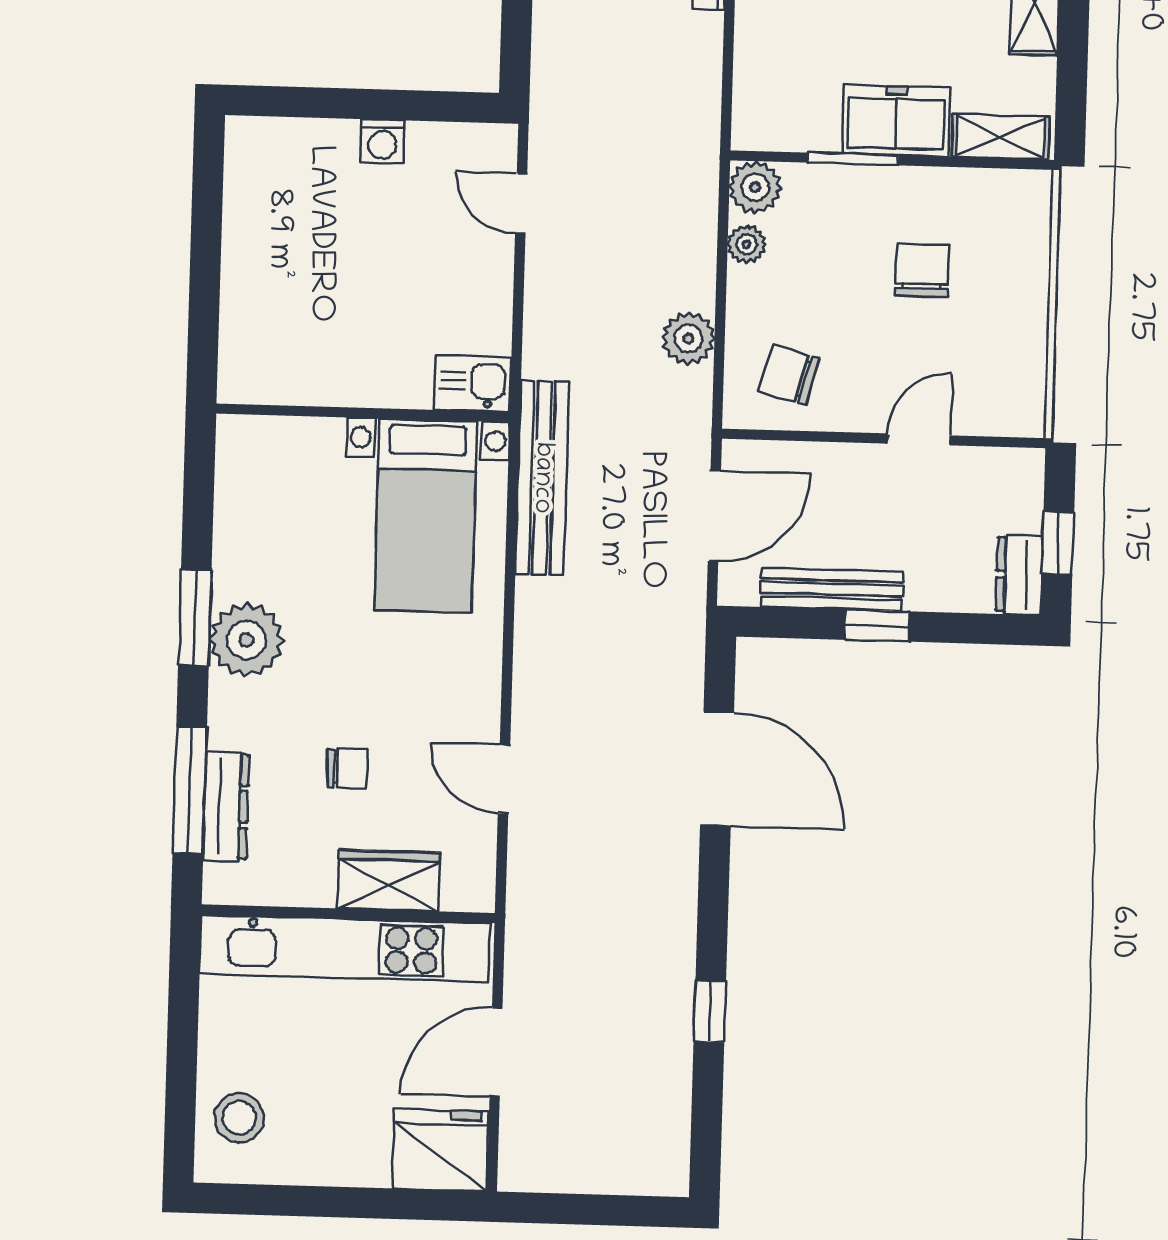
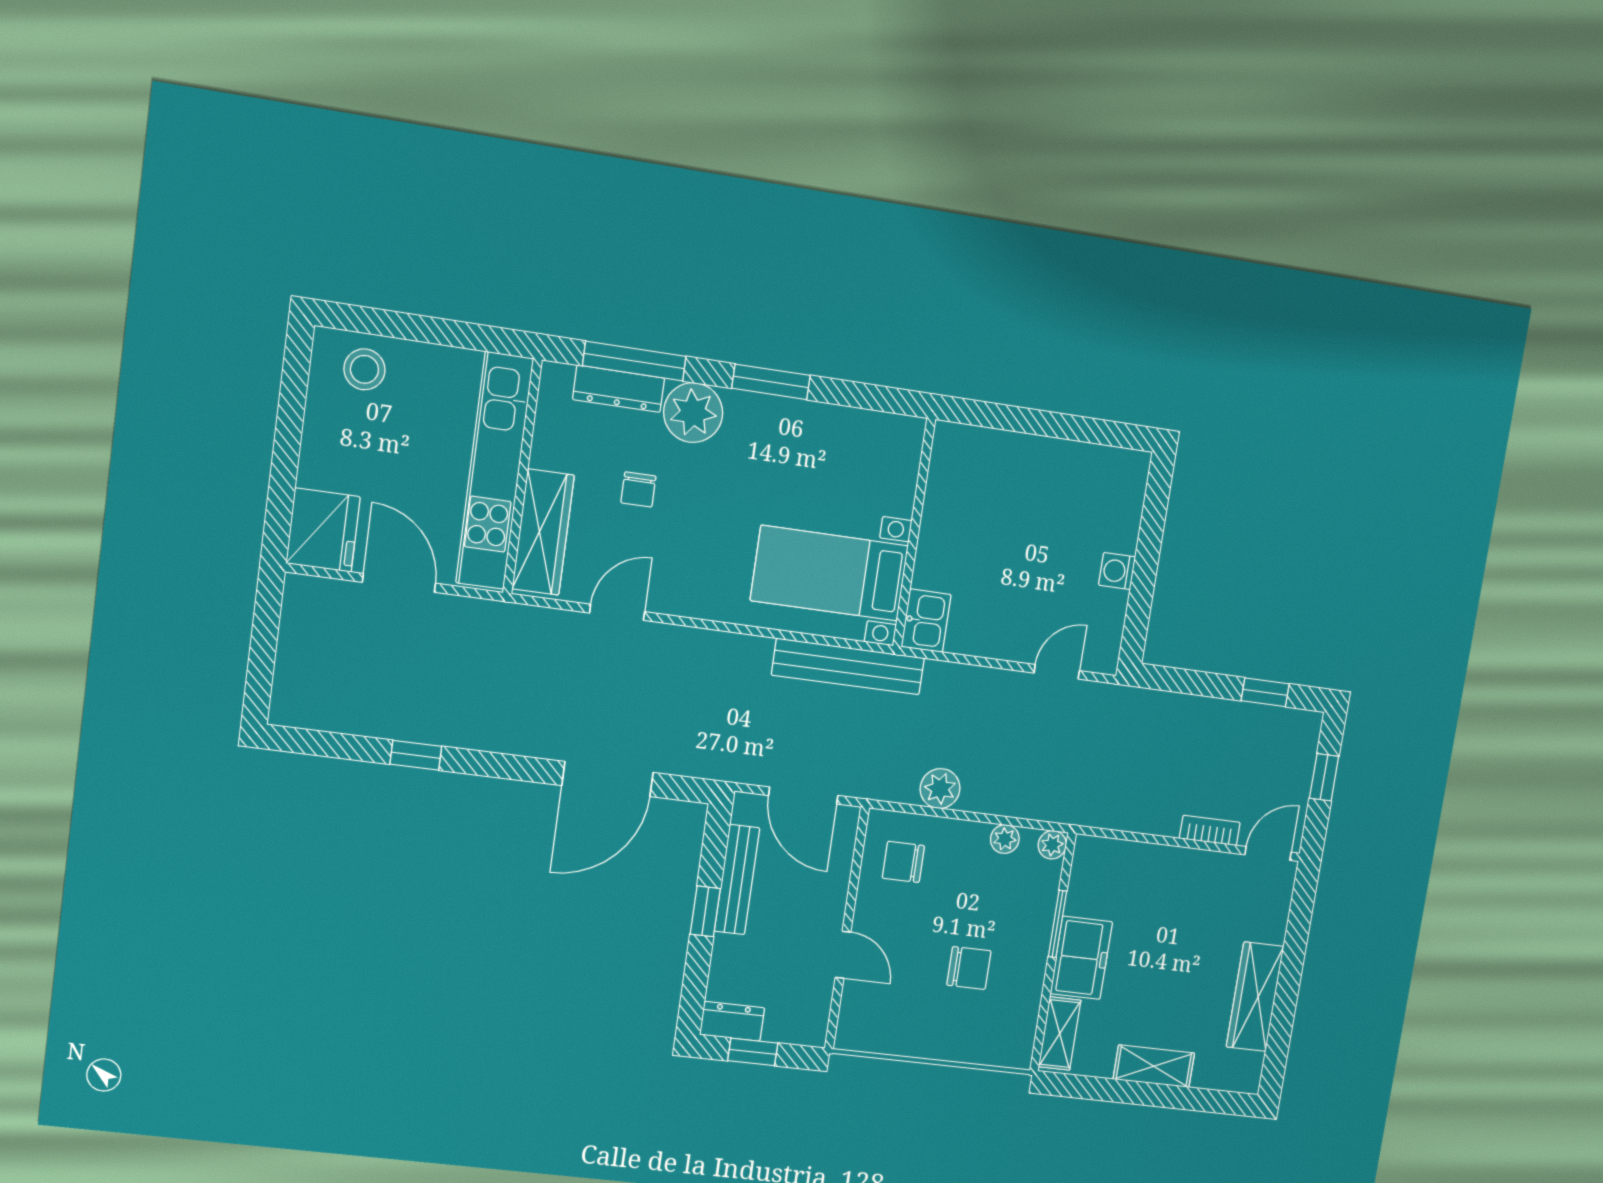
plant: (755, 187) -> (1052, 845), width x0.73, depth x0.73
chair: (789, 375) -> (903, 862), turned -105
plant: (246, 640) -> (693, 413), moved
wardrobe: (388, 881) -> (543, 532), width x1.50

